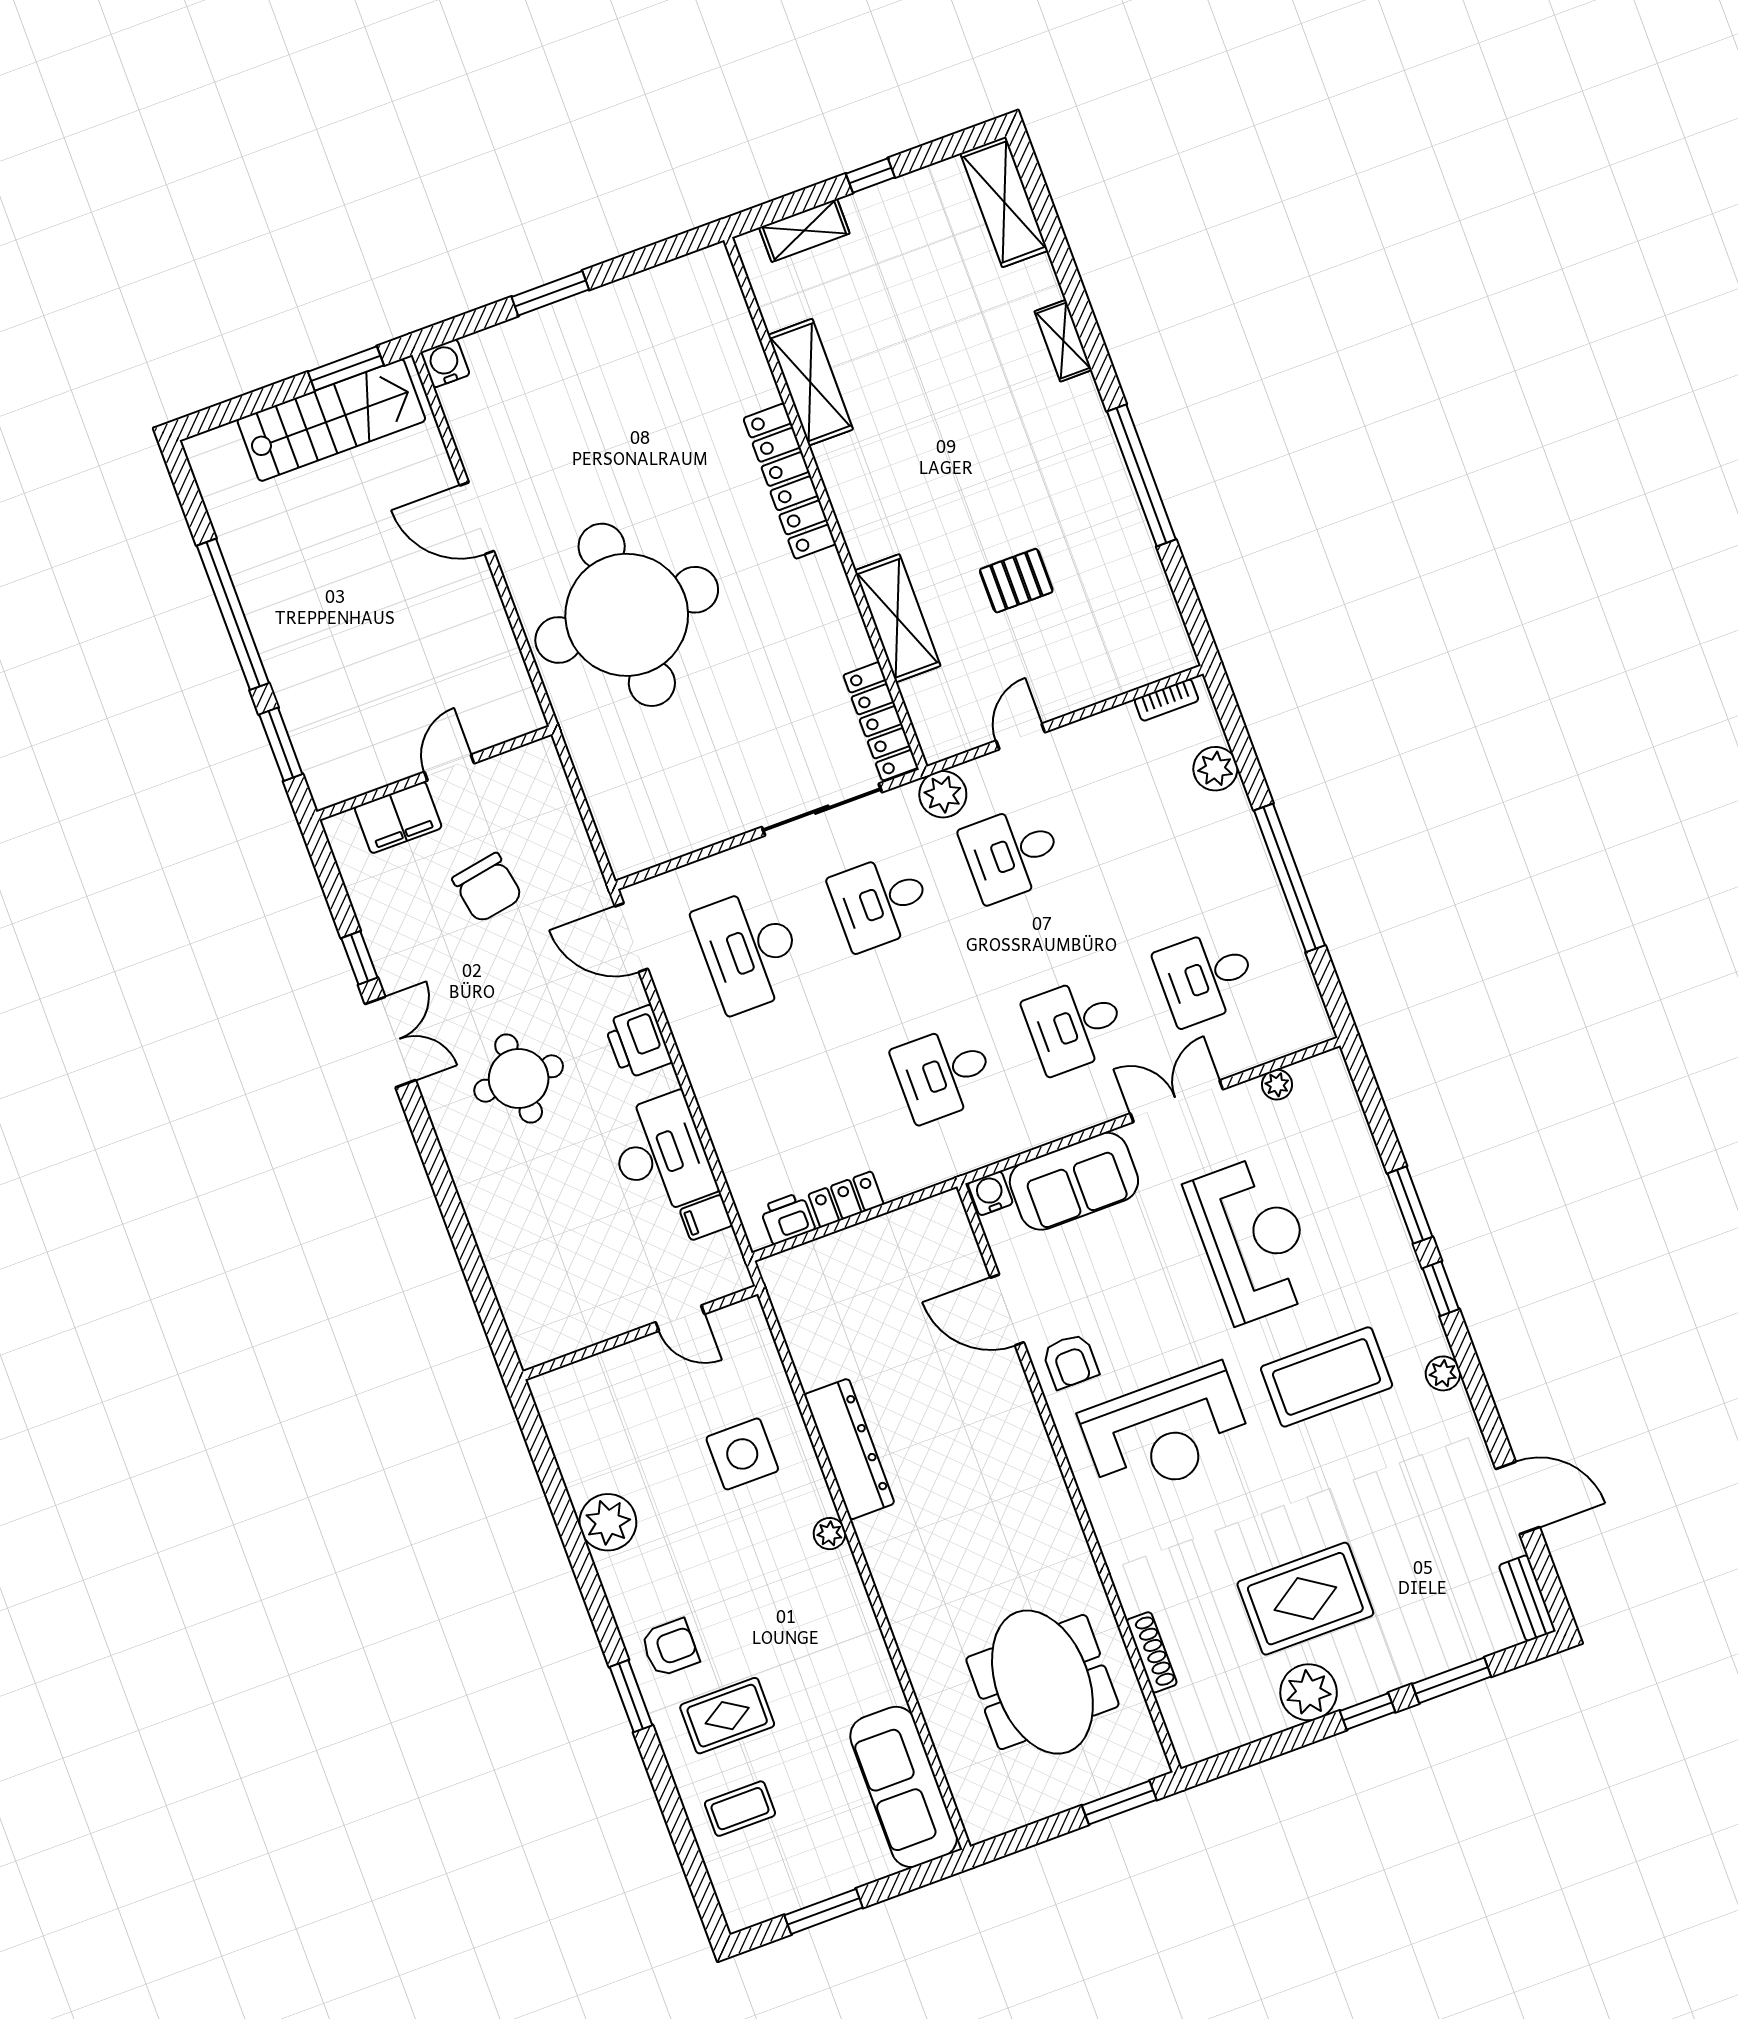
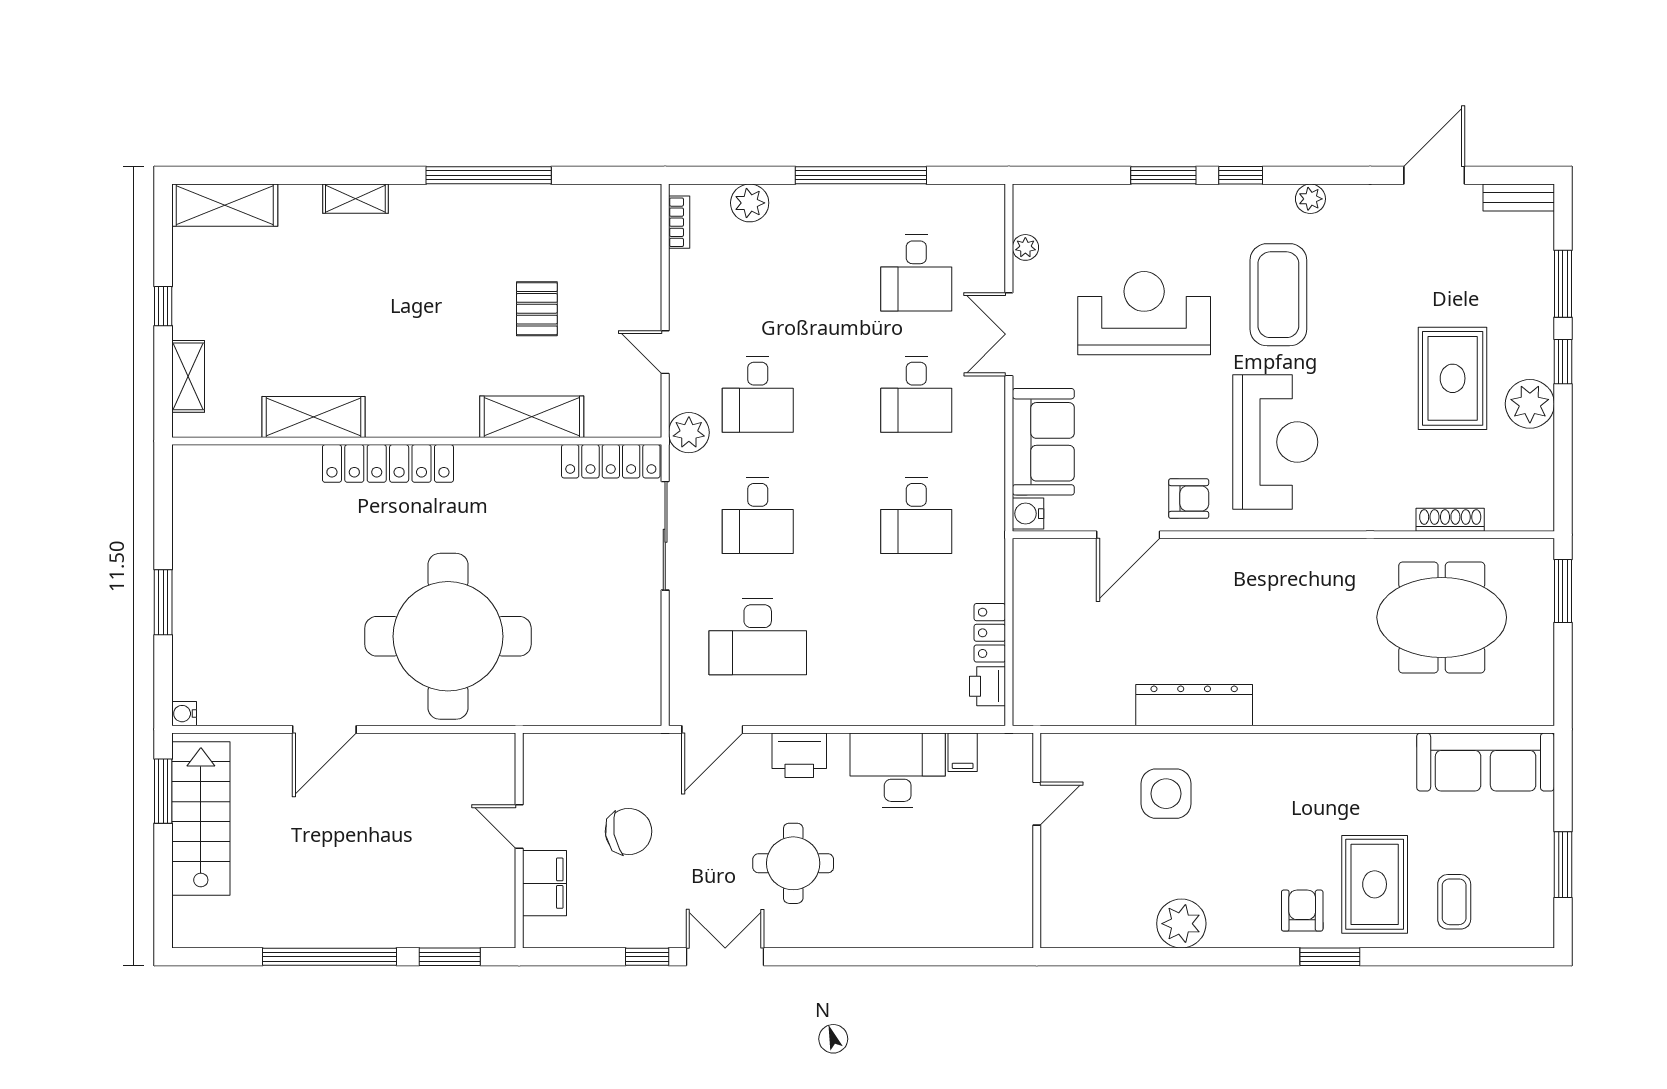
water cooler: (445, 363) -> (184, 714), width x0.72, depth x0.72
plant: (830, 1534) -> (1257, 746), removed
rug: (727, 1716) -> (1375, 884), width x1.36, depth x1.43

